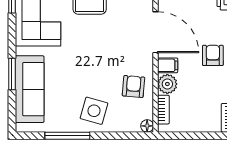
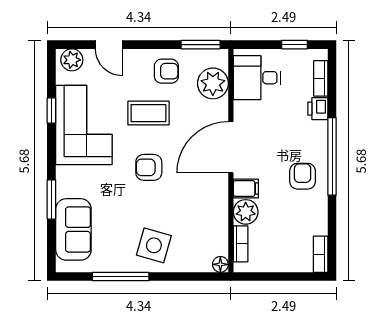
door: (156, 32) -> (231, 147), swing flipped
armchair: (133, 86) -> (149, 167), moved, turned -95
sofa: (30, 89) -> (73, 229), width x0.73

